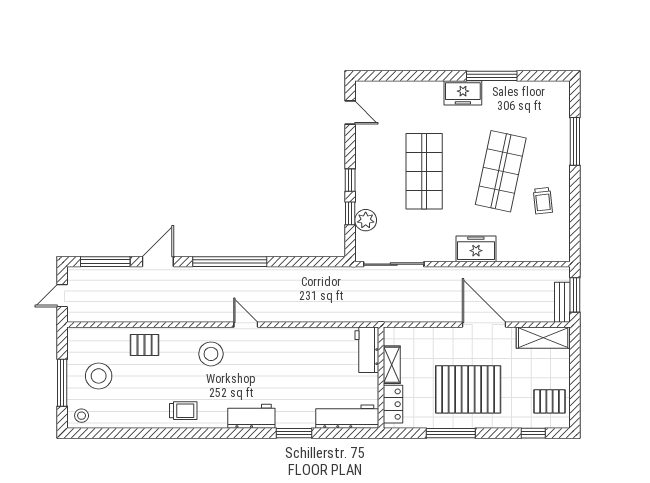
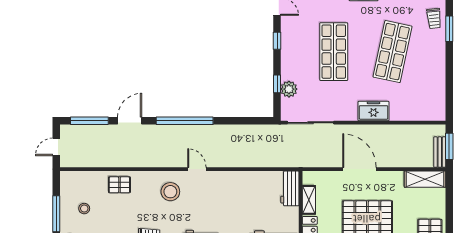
window: (575, 141) -> (449, 29), width x0.69
window: (350, 180) -> (277, 41), moved
trolley: (543, 201) -> (434, 18), moved
door: (484, 325) -> (359, 169), moved
stool: (99, 376) -> (84, 209), width x0.53, depth x0.53

